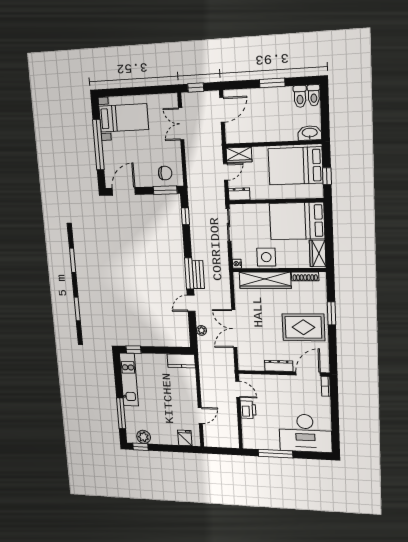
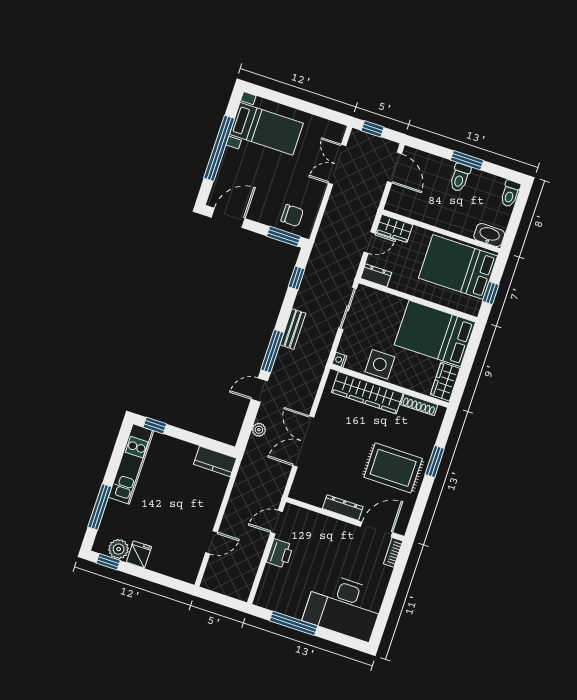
toilet: (300, 96) -> (460, 178), moved
door: (222, 110) -> (394, 168), hinge flipped
bench: (198, 275) -> (293, 329), moved
door: (238, 389) -> (277, 522), swing flipped
fridge: (185, 438) -> (139, 554), moved

